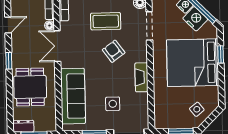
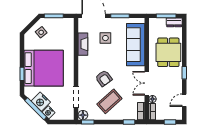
coffee table: (106, 21) -> (109, 101), turned -42
double door: (57, 46) -> (147, 83), swing flipped
fireplace: (142, 77) -> (83, 44), moved

